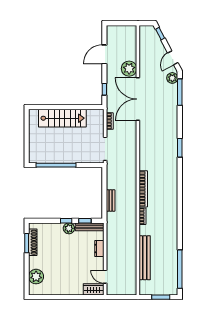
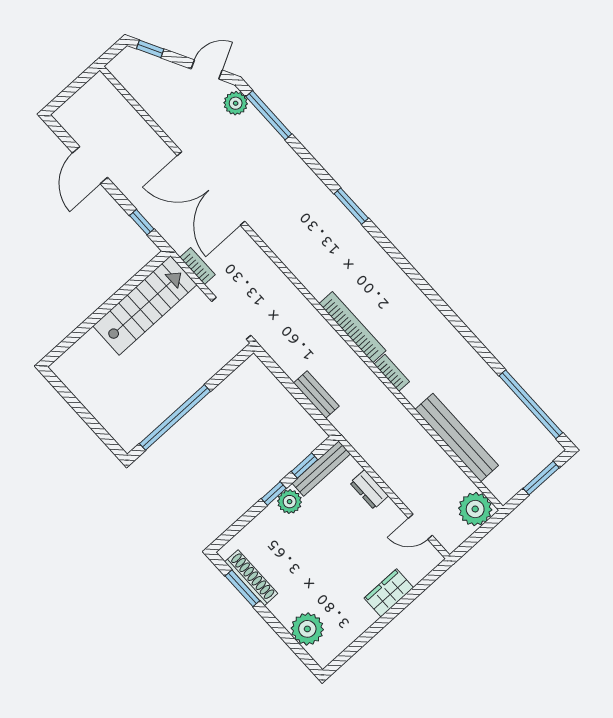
door: (173, 58) -> (207, 70), swing flipped
plant: (129, 69) -> (475, 509), moved
stairs: (62, 118) -> (145, 305), moved
wardrobe: (93, 289) -> (389, 593), moved

